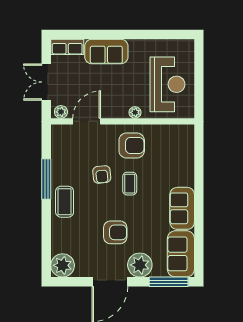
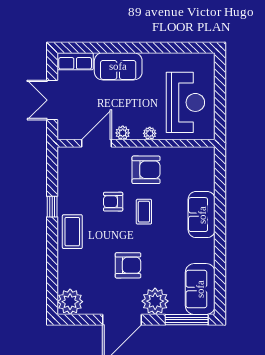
plant: (61, 112) -> (123, 133), moved
armchair: (102, 174) -> (113, 202), turned 96
window: (46, 179) -> (52, 207), width x0.46
sofa: (182, 208) -> (202, 215), moved

